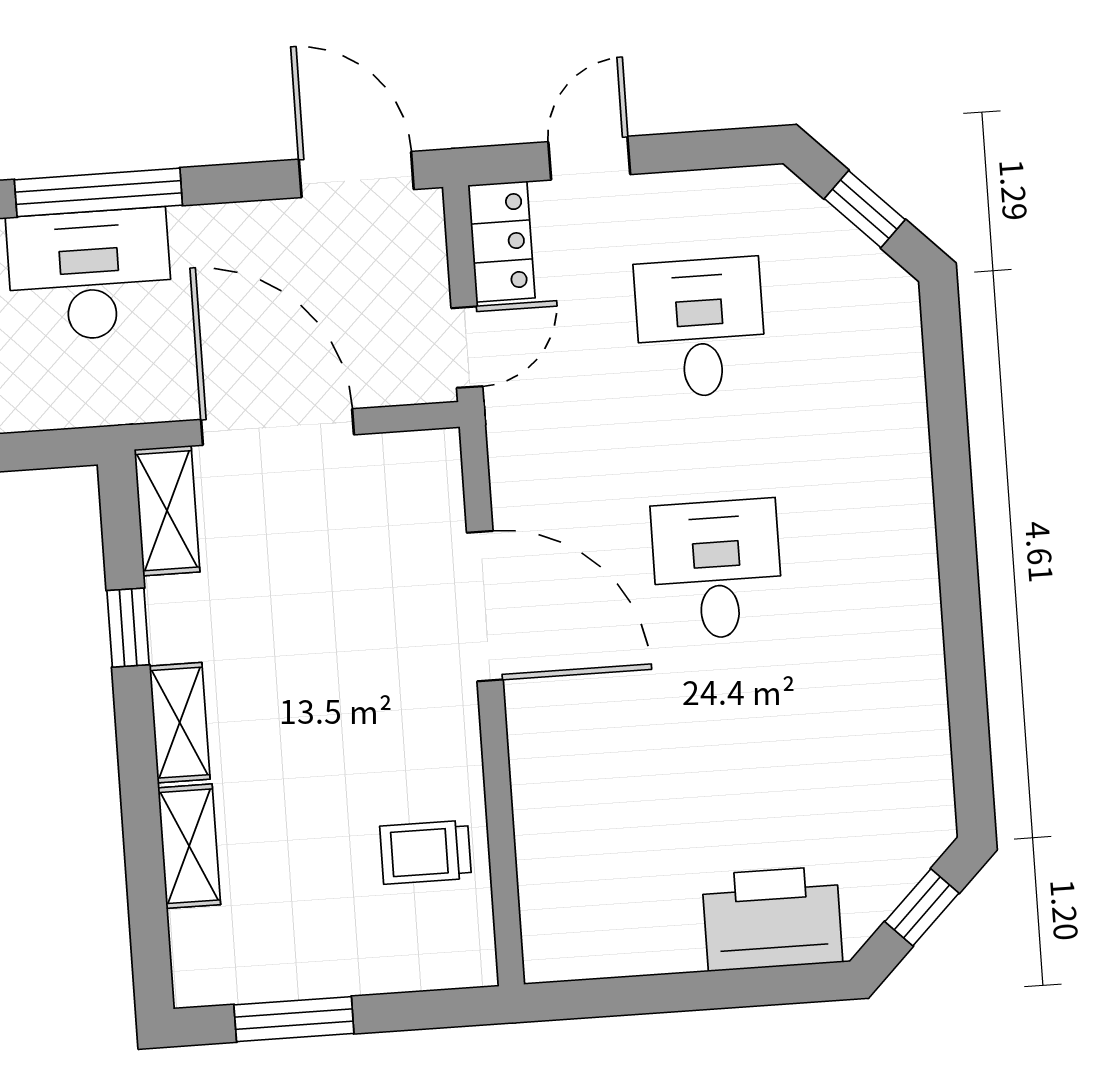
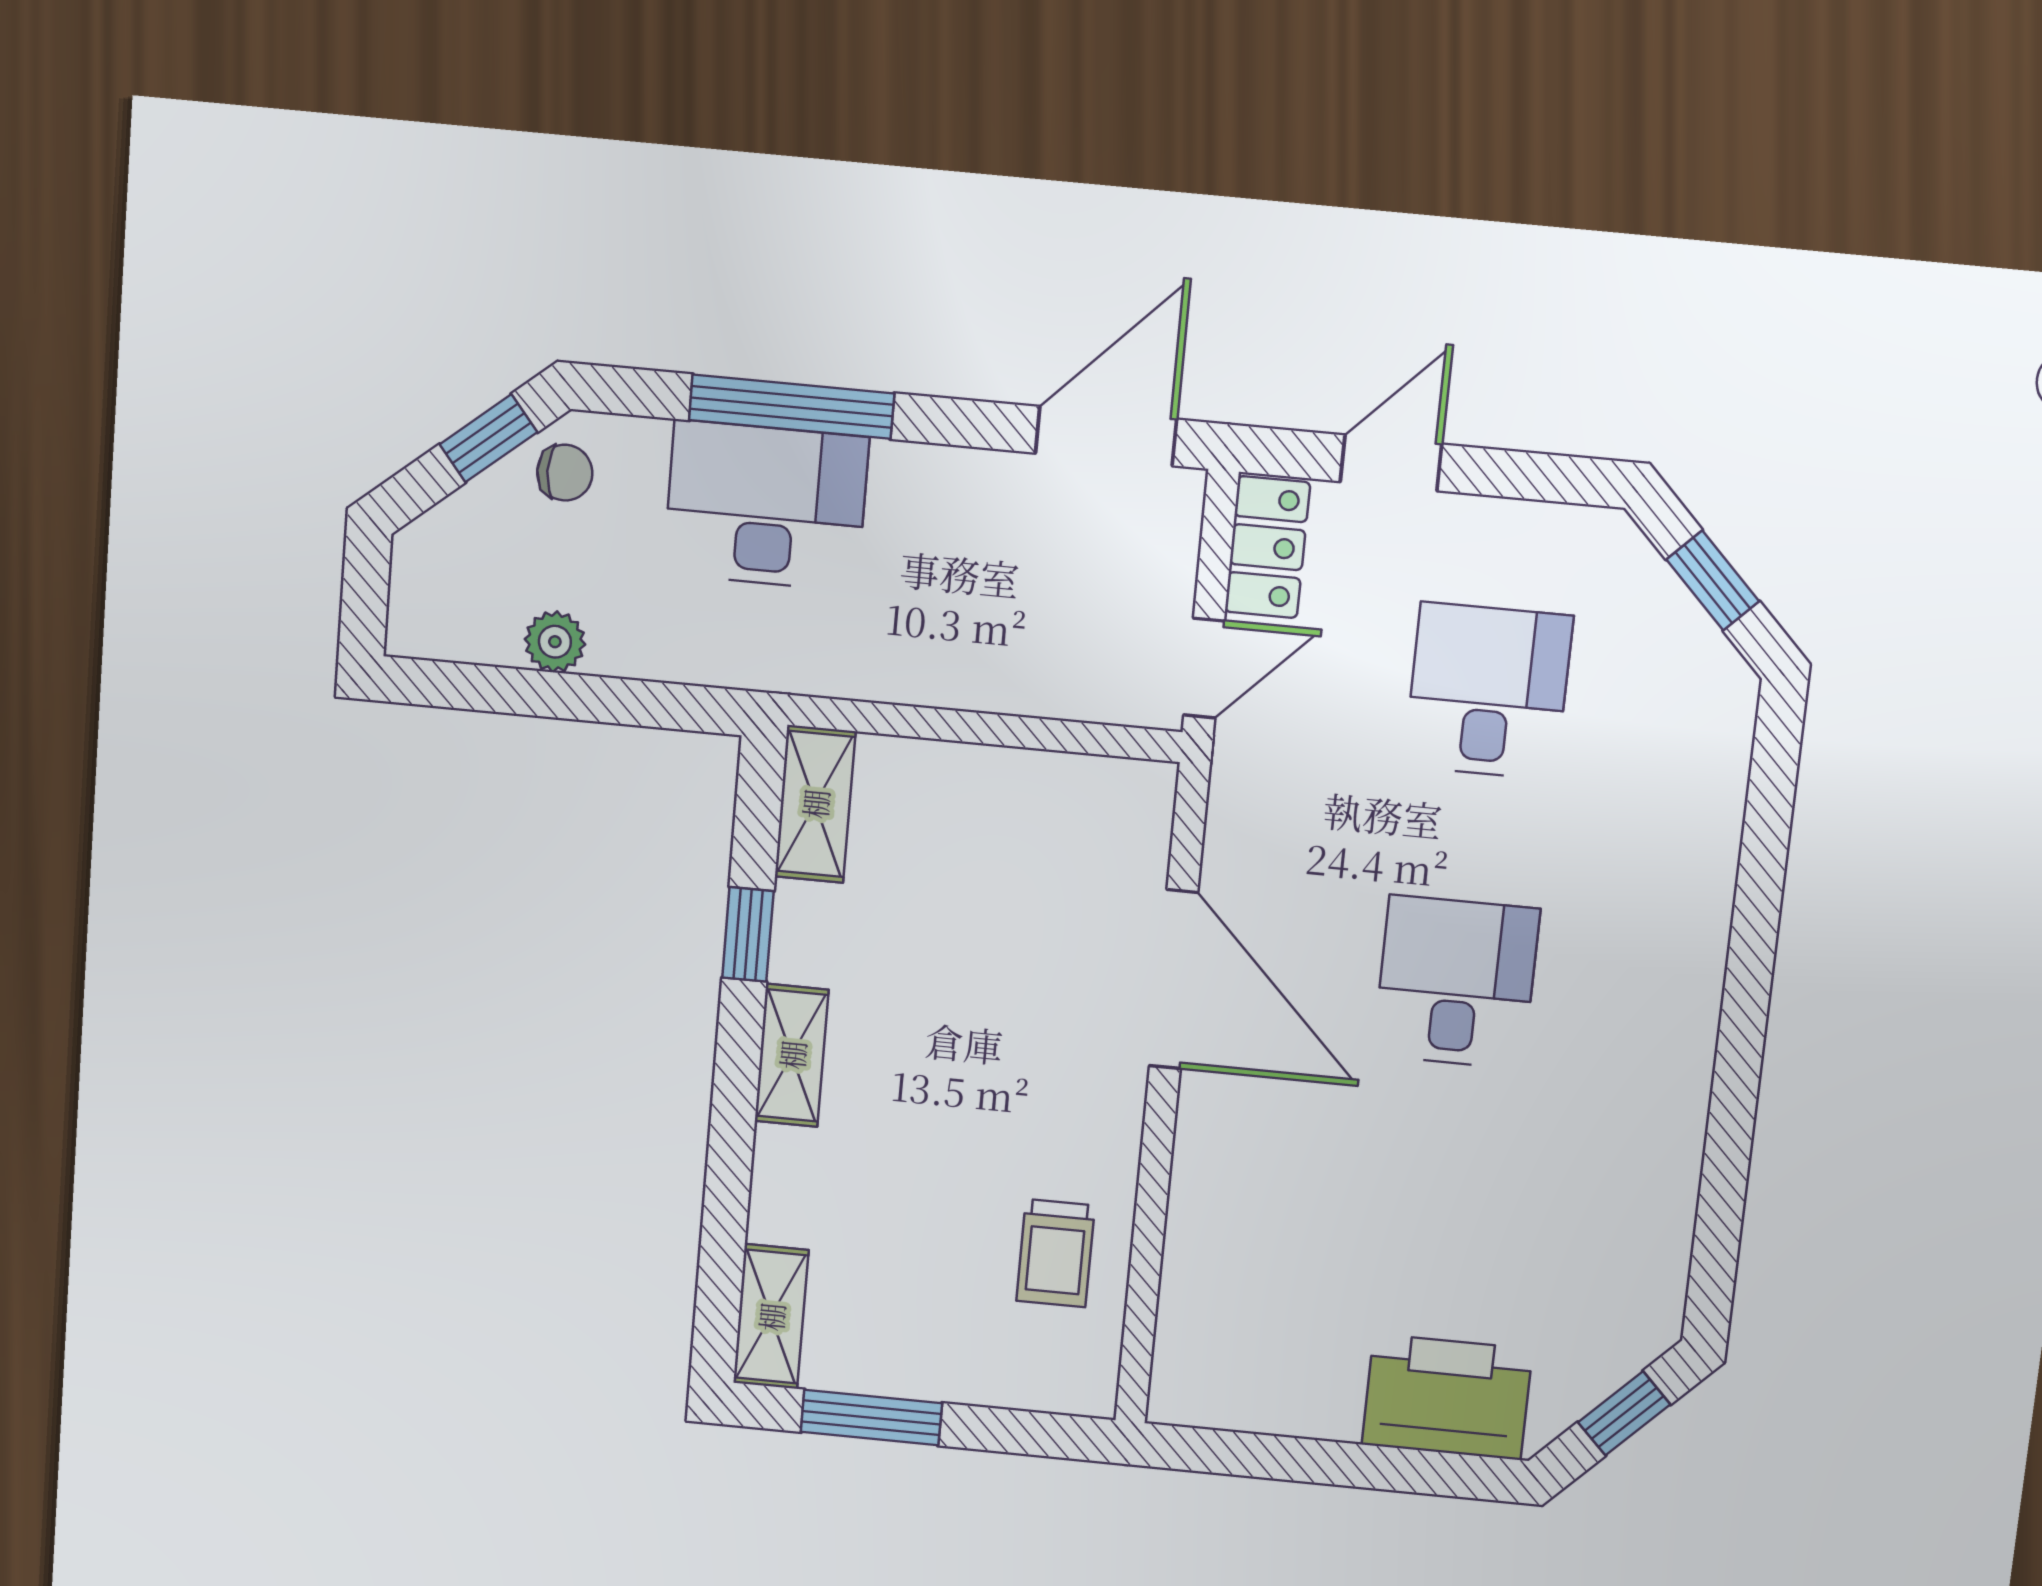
door: (356, 174) -> (1106, 436), hinge flipped
door: (277, 427) -> (962, 726), removed
shelving: (189, 846) -> (771, 1317), moved
trolley: (426, 852) -> (1056, 1253), turned -90

